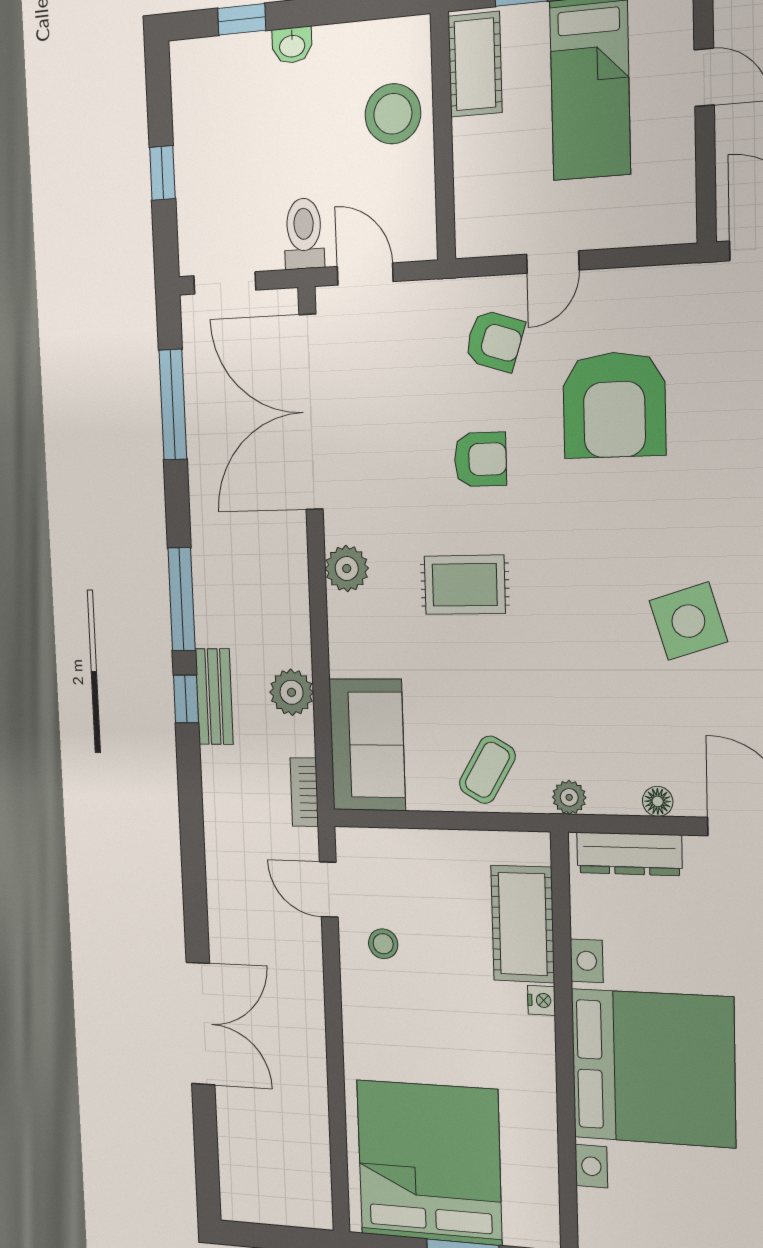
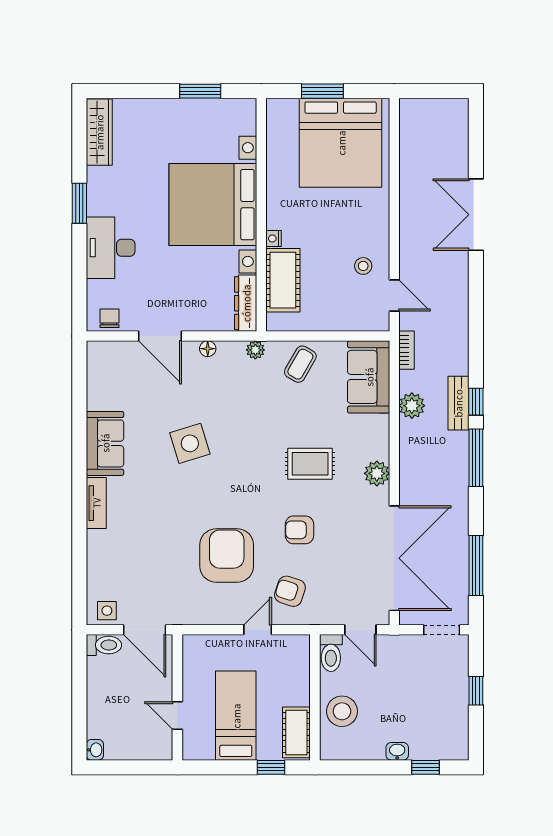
toilet: (304, 234) -> (331, 653), moved
dresser: (629, 854) -> (246, 303), moved, turned -90

